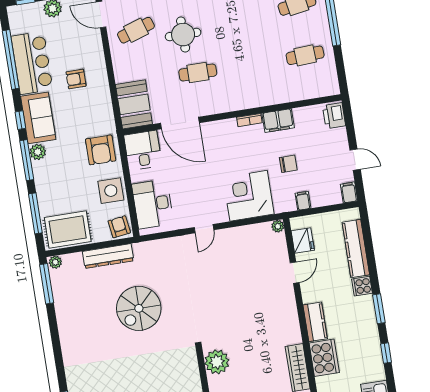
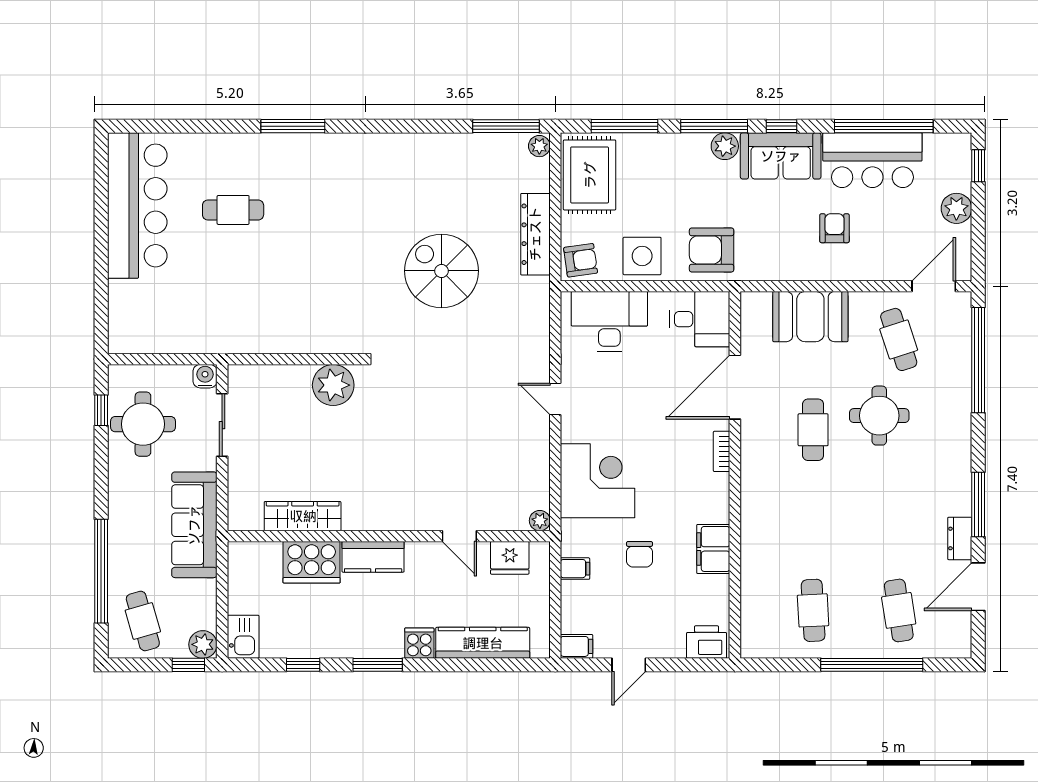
booth: (134, 104) -> (810, 317), moved
bookcase: (249, 120) -> (722, 451), moved

